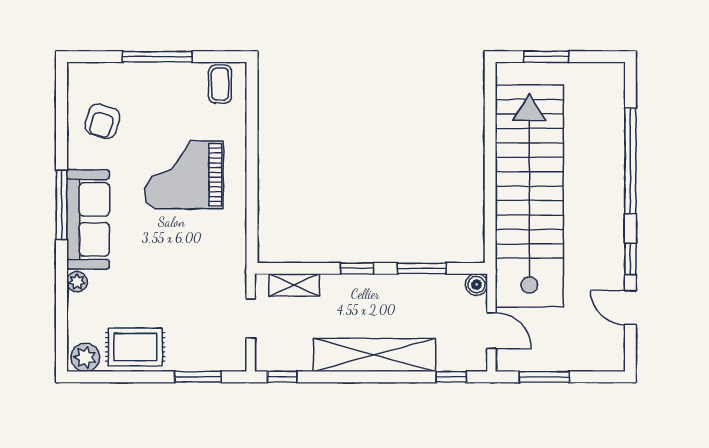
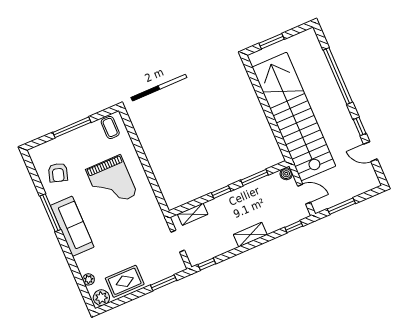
grand piano: (184, 175) -> (112, 182), turned -90
window: (61, 205) -> (50, 213), moved
plant: (77, 282) -> (89, 279), moved
shelving: (374, 355) -> (250, 235), width x0.45, depth x0.75

